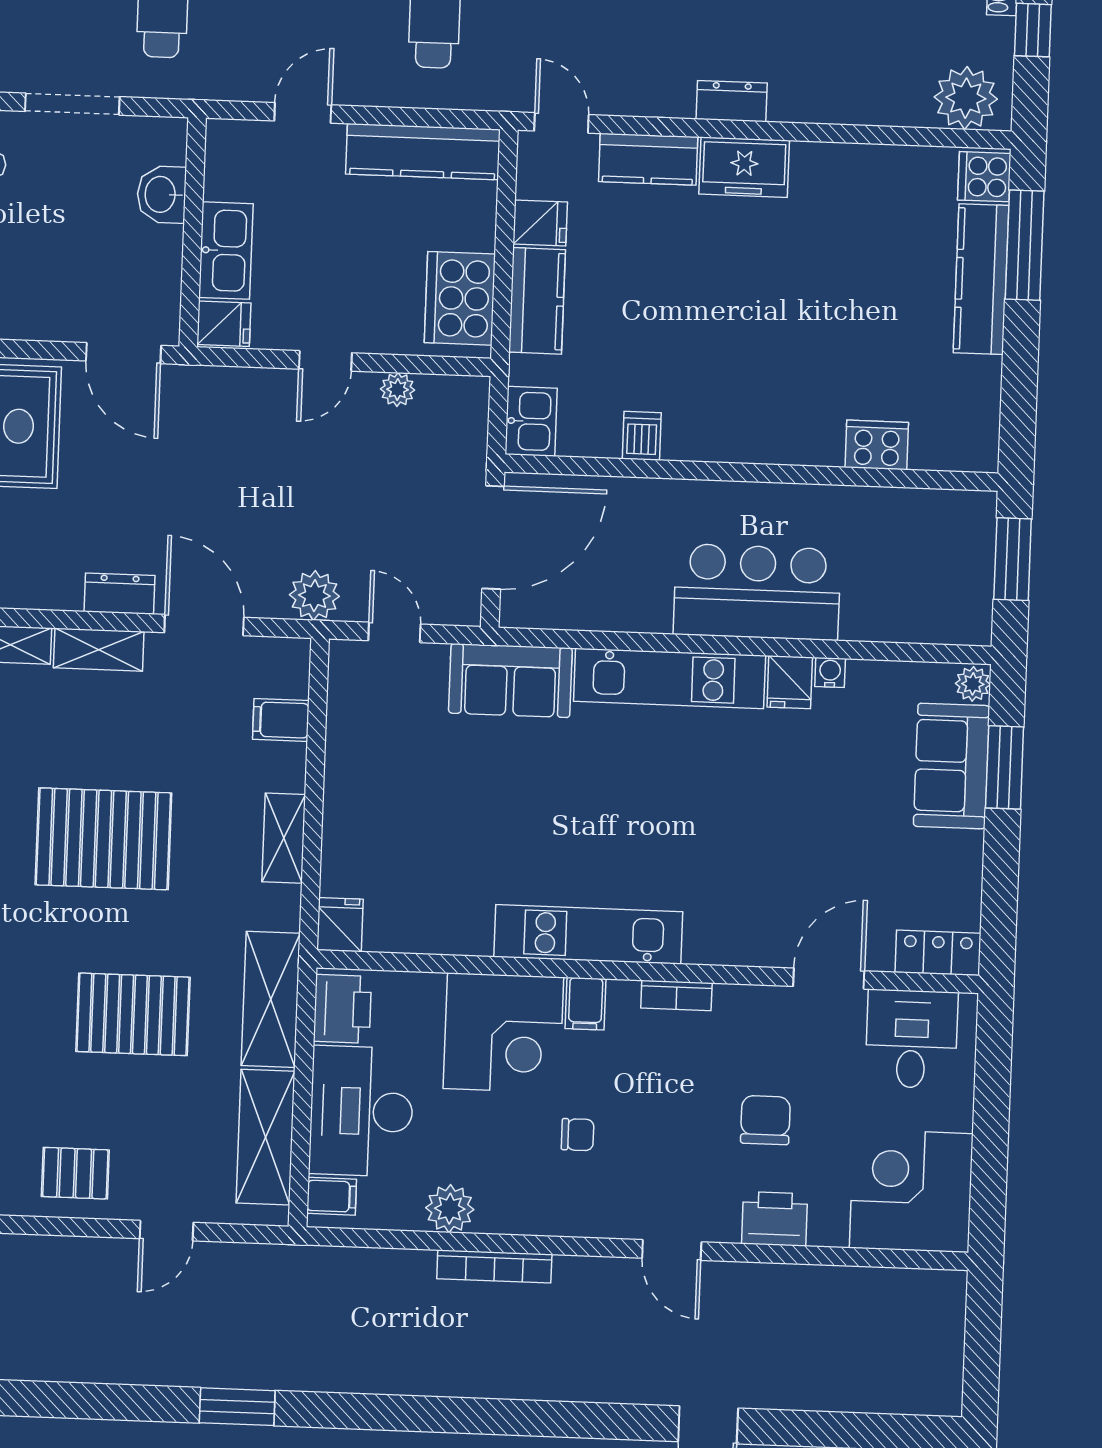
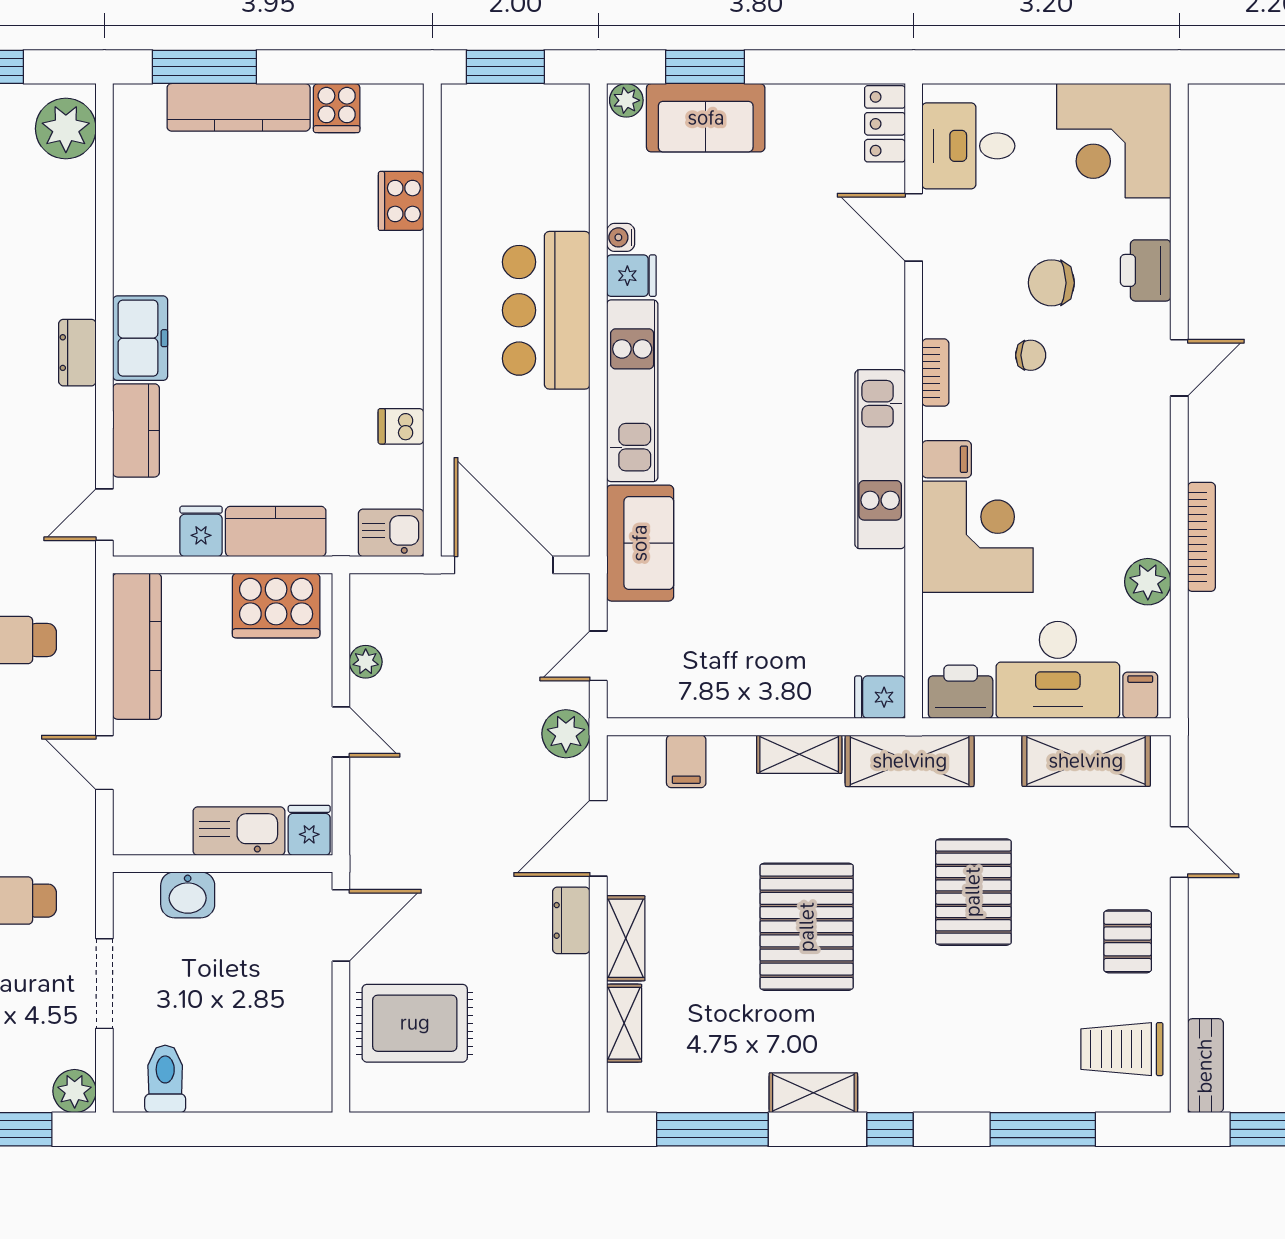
cooker: (984, 177) -> (337, 108), moved
shelving: (271, 999) -> (910, 761), moved
chair: (578, 1135) -> (1031, 355), moved, turned 90

